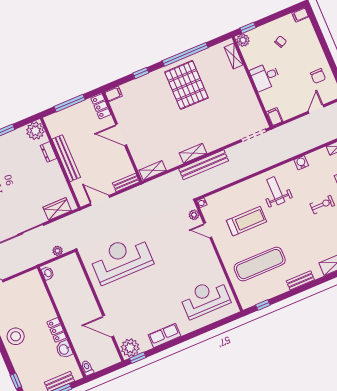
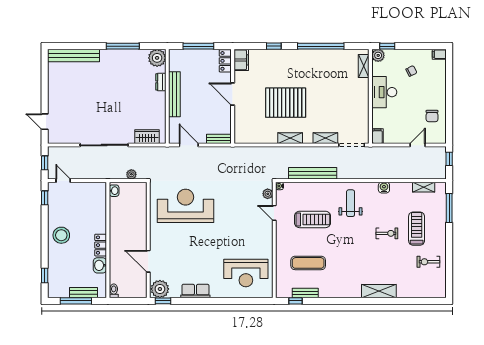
desk: (265, 77) -> (384, 92), width x1.37
pallet: (186, 85) -> (286, 103), moved, turned 90
filing cabinet: (113, 94) -> (241, 60), width x2.00
bench: (204, 165) -> (313, 173), moved
shelving: (153, 170) -> (325, 138), moved
exercise mat: (260, 264) -> (308, 263), width x0.73, depth x0.69
bench: (300, 280) -> (305, 293), moved
reception desk: (205, 298) -> (246, 273), turned 180

